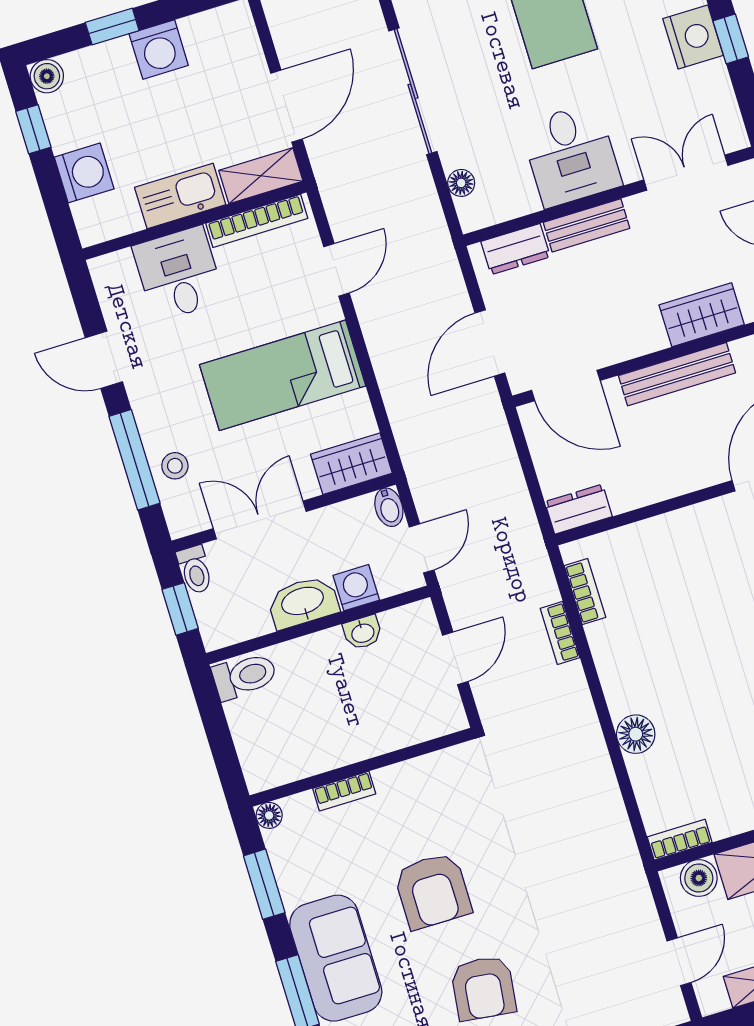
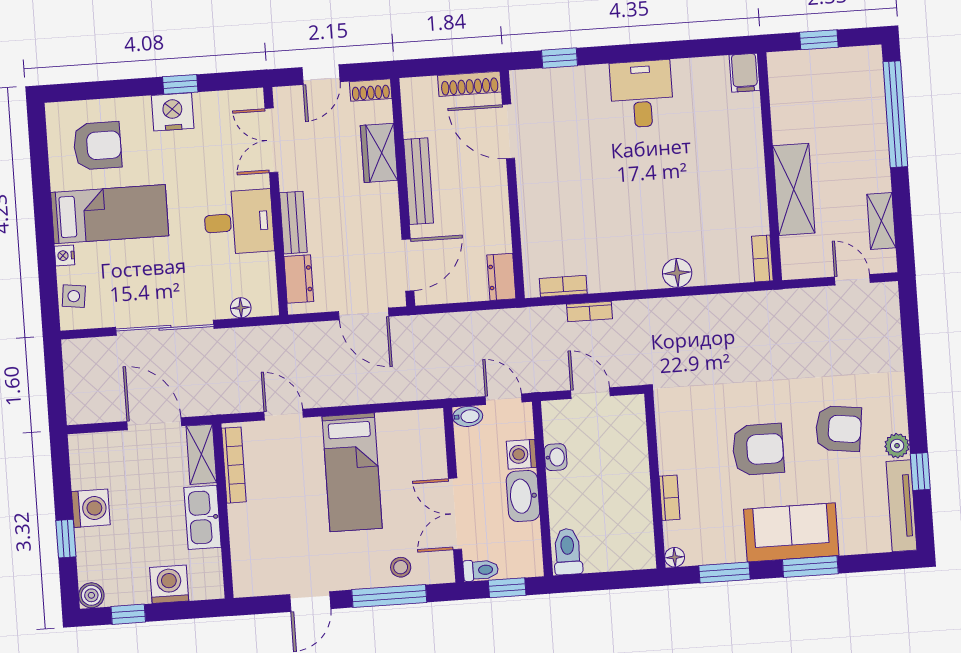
desk: (179, 274) -> (260, 532), removed
wardrobe: (351, 464) -> (429, 437), removed
boiler: (699, 878) -> (794, 251), removed

